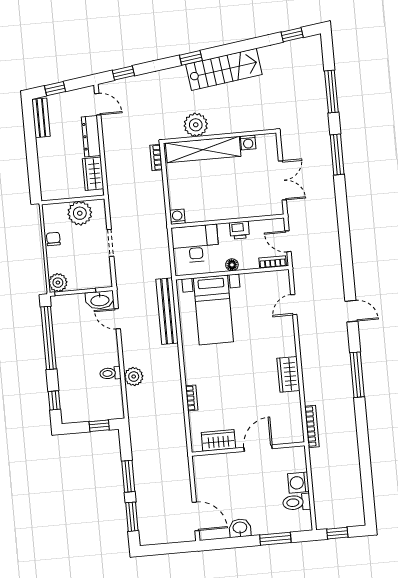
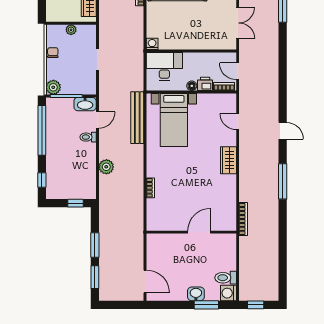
plant: (80, 213) -> (71, 30), width x0.53, depth x0.53
printer: (239, 230) -> (205, 84), moved, turned 180
door: (294, 305) -> (238, 122), hinge flipped
door: (117, 319) -> (97, 120), swing flipped
toilet: (110, 373) -> (88, 137), moved
wardrobe: (288, 374) -> (228, 160), moved
wardrobe: (218, 440) -> (169, 223), removed
washing machine: (298, 483) -> (228, 293), moved
washbasin: (240, 528) -> (196, 294), moved

